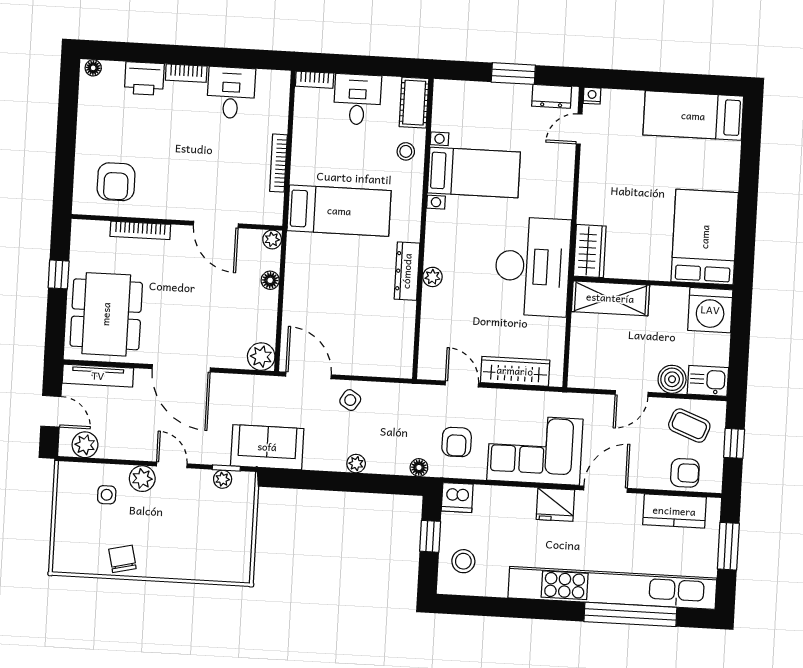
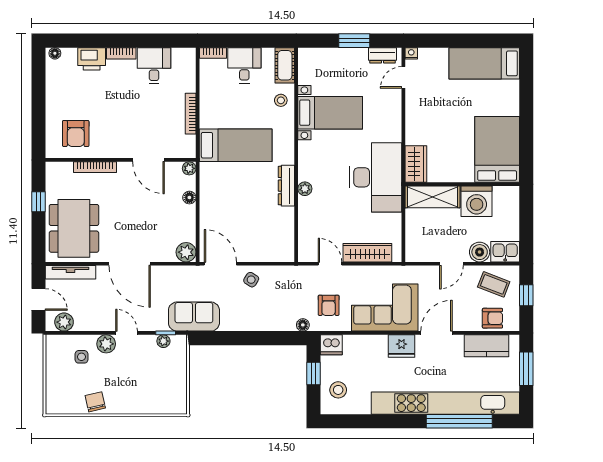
washing machine: (710, 310) -> (477, 201), moved
plant: (356, 464) -> (258, 325), removed

